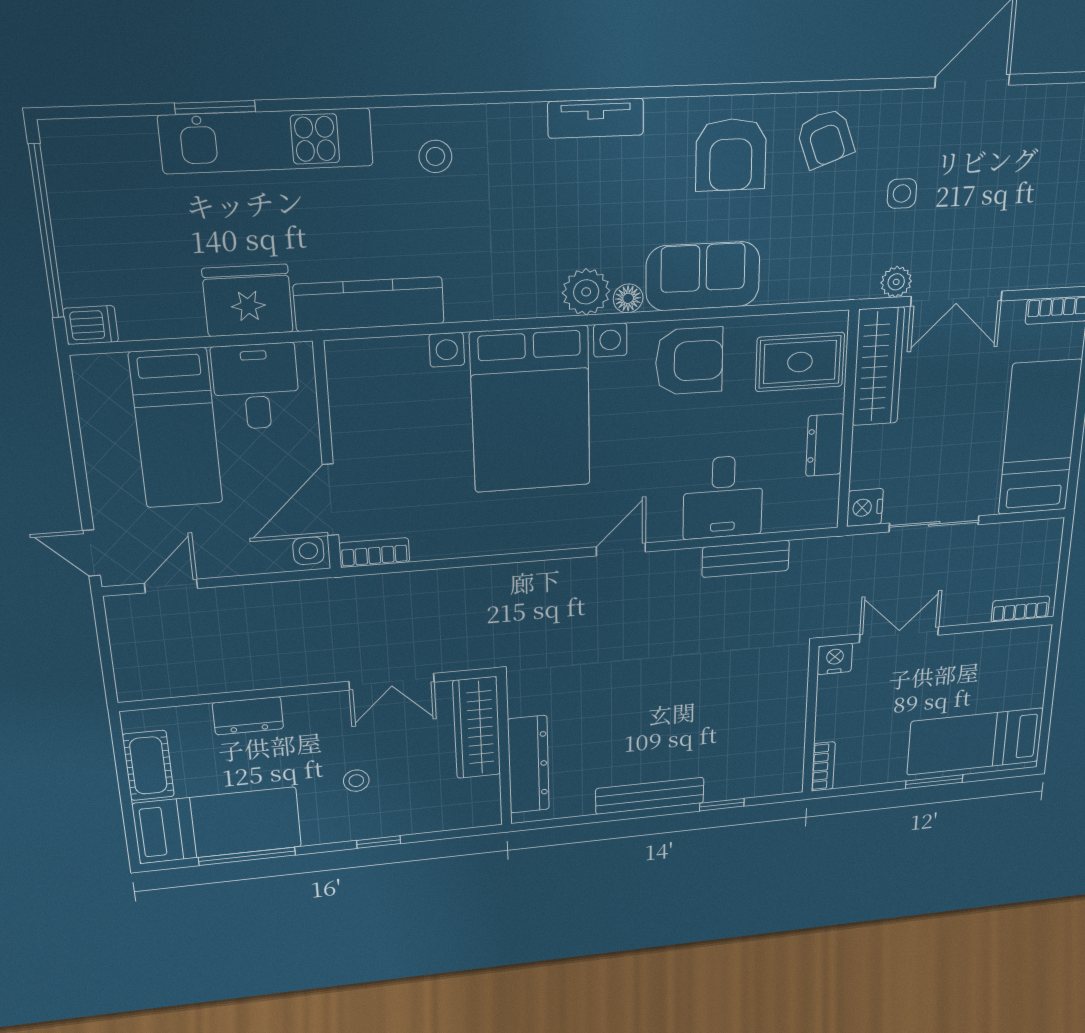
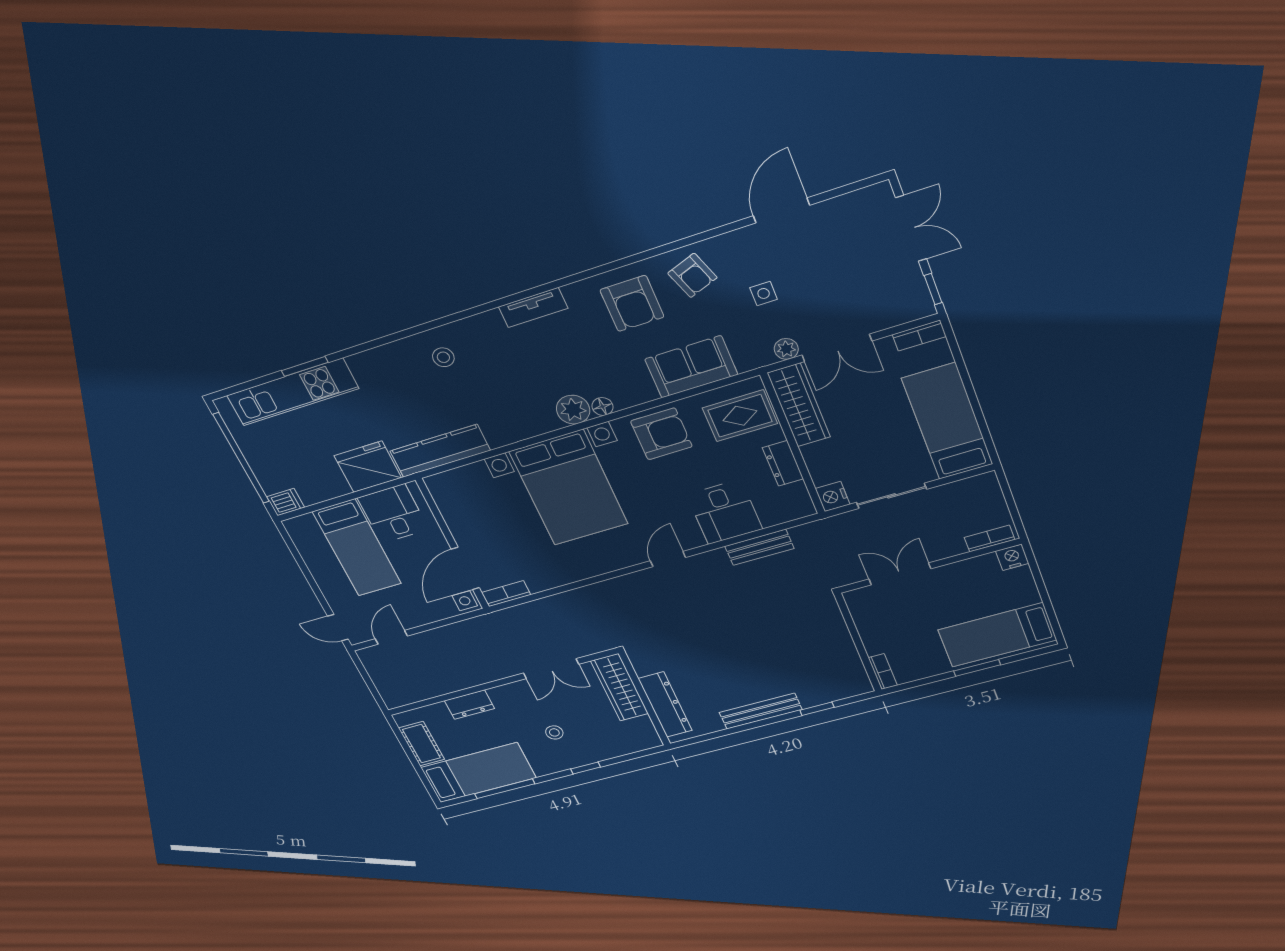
kitchen unit: (267, 141) -> (293, 392), moved
sofa: (703, 276) -> (691, 367), moved
nightstand: (835, 659) -> (1012, 557), moved

